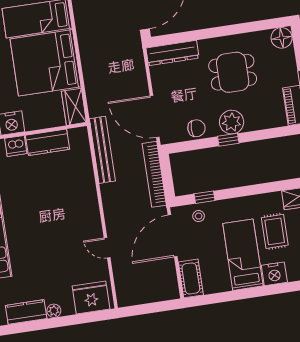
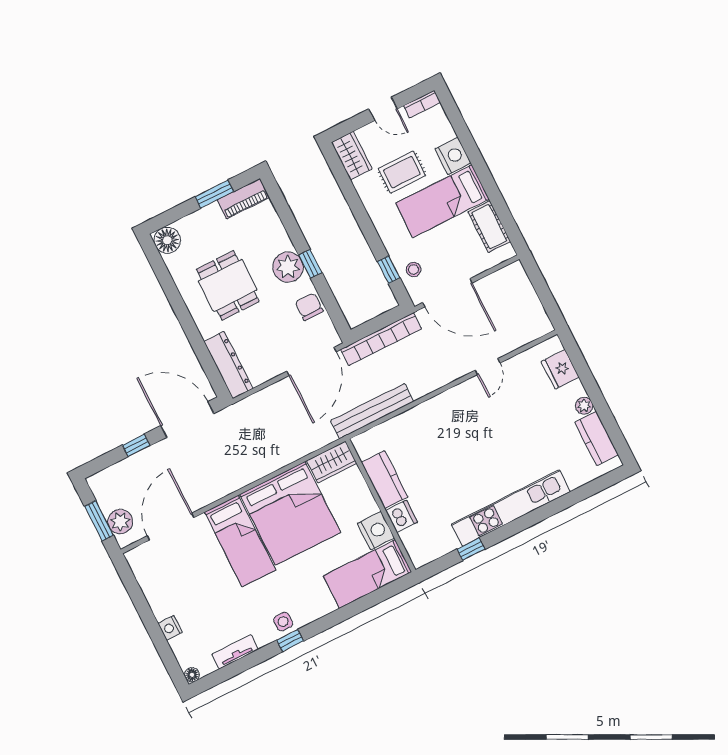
cot: (191, 278) -> (489, 227), moved, turned 90
fridge: (91, 298) -> (560, 369), width x0.73, depth x0.75

